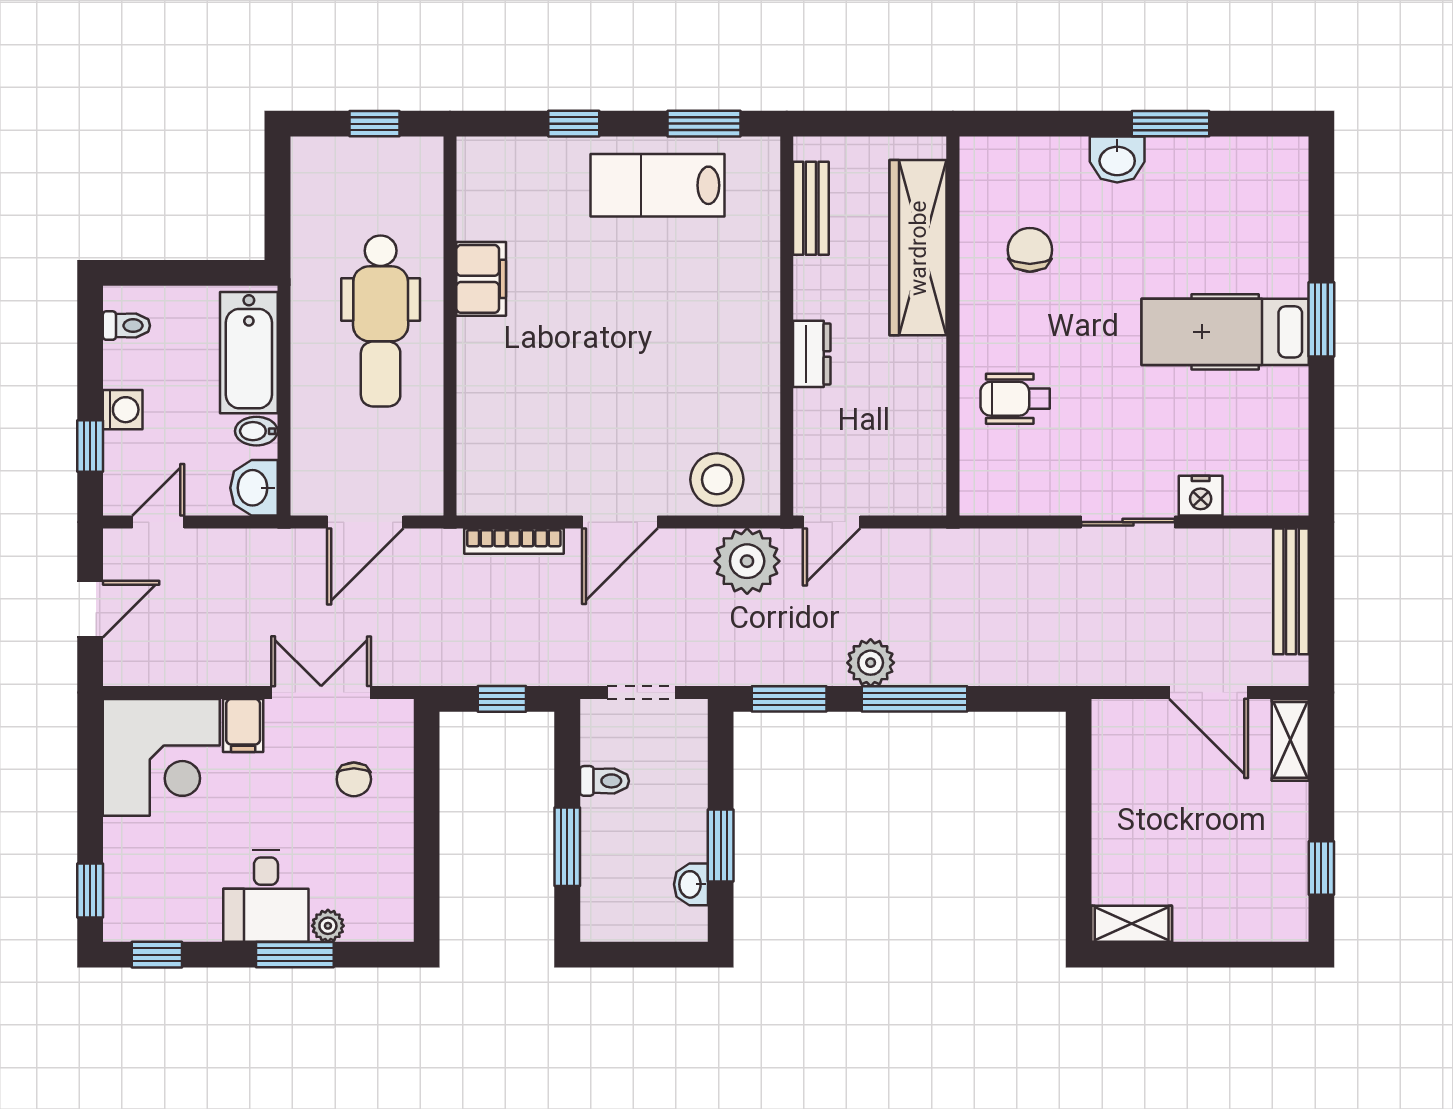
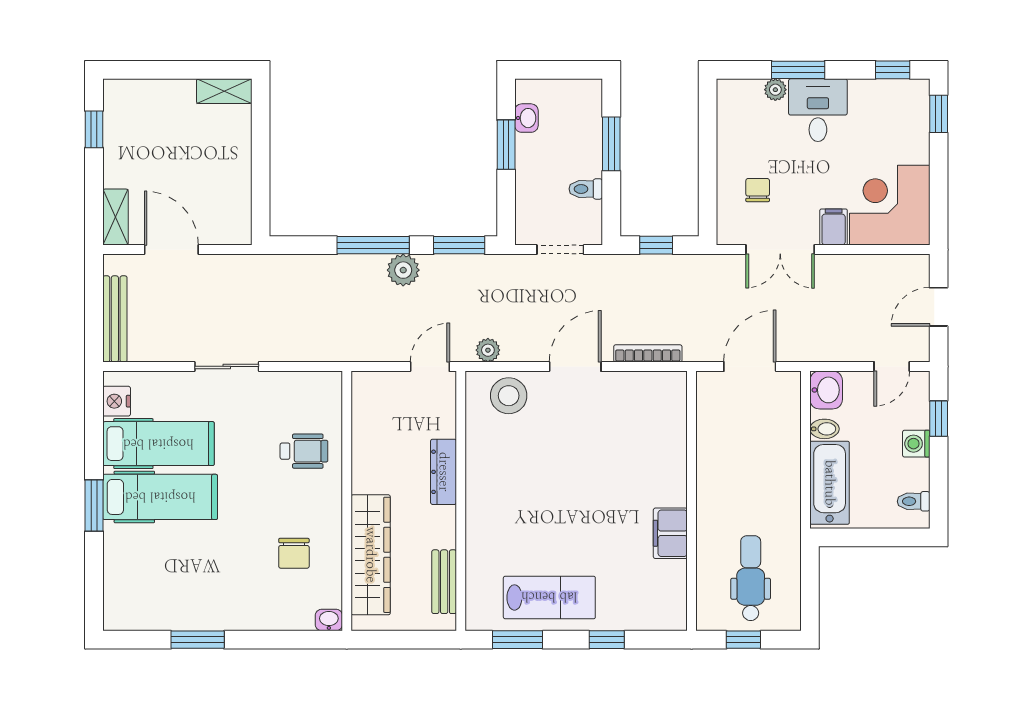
washbasin: (1117, 160) -> (329, 620), moved, width x0.72, depth x0.69
dental chair: (381, 321) -> (751, 578), moved, width x0.73, depth x0.72
dresser: (812, 354) -> (444, 472), width x1.44
hospital bed: (1228, 410) -> (158, 444), added
nightstand: (1201, 496) -> (117, 401), moved, turned -90
plant: (747, 561) -> (488, 350), width x0.53, depth x0.53

